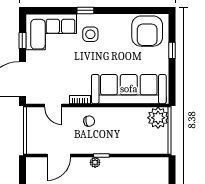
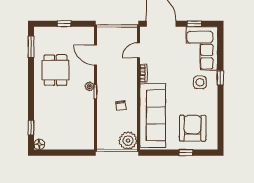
armchair: (147, 31) -> (193, 128), moved, turned 90
chair: (89, 121) -> (121, 105), moved

